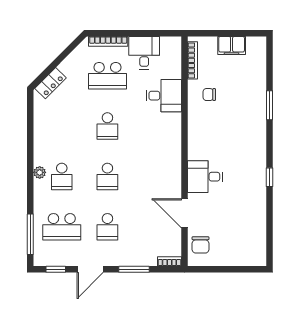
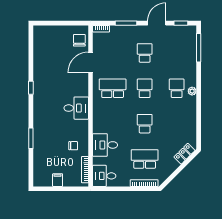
filing cabinet: (232, 46) -> (58, 180), width x0.50
desk: (144, 53) -> (104, 176), moved, turned 90
desk: (205, 177) -> (76, 108), moved
door: (185, 213) -> (91, 62), swing flipped
school desk: (62, 227) -> (113, 88), moved

